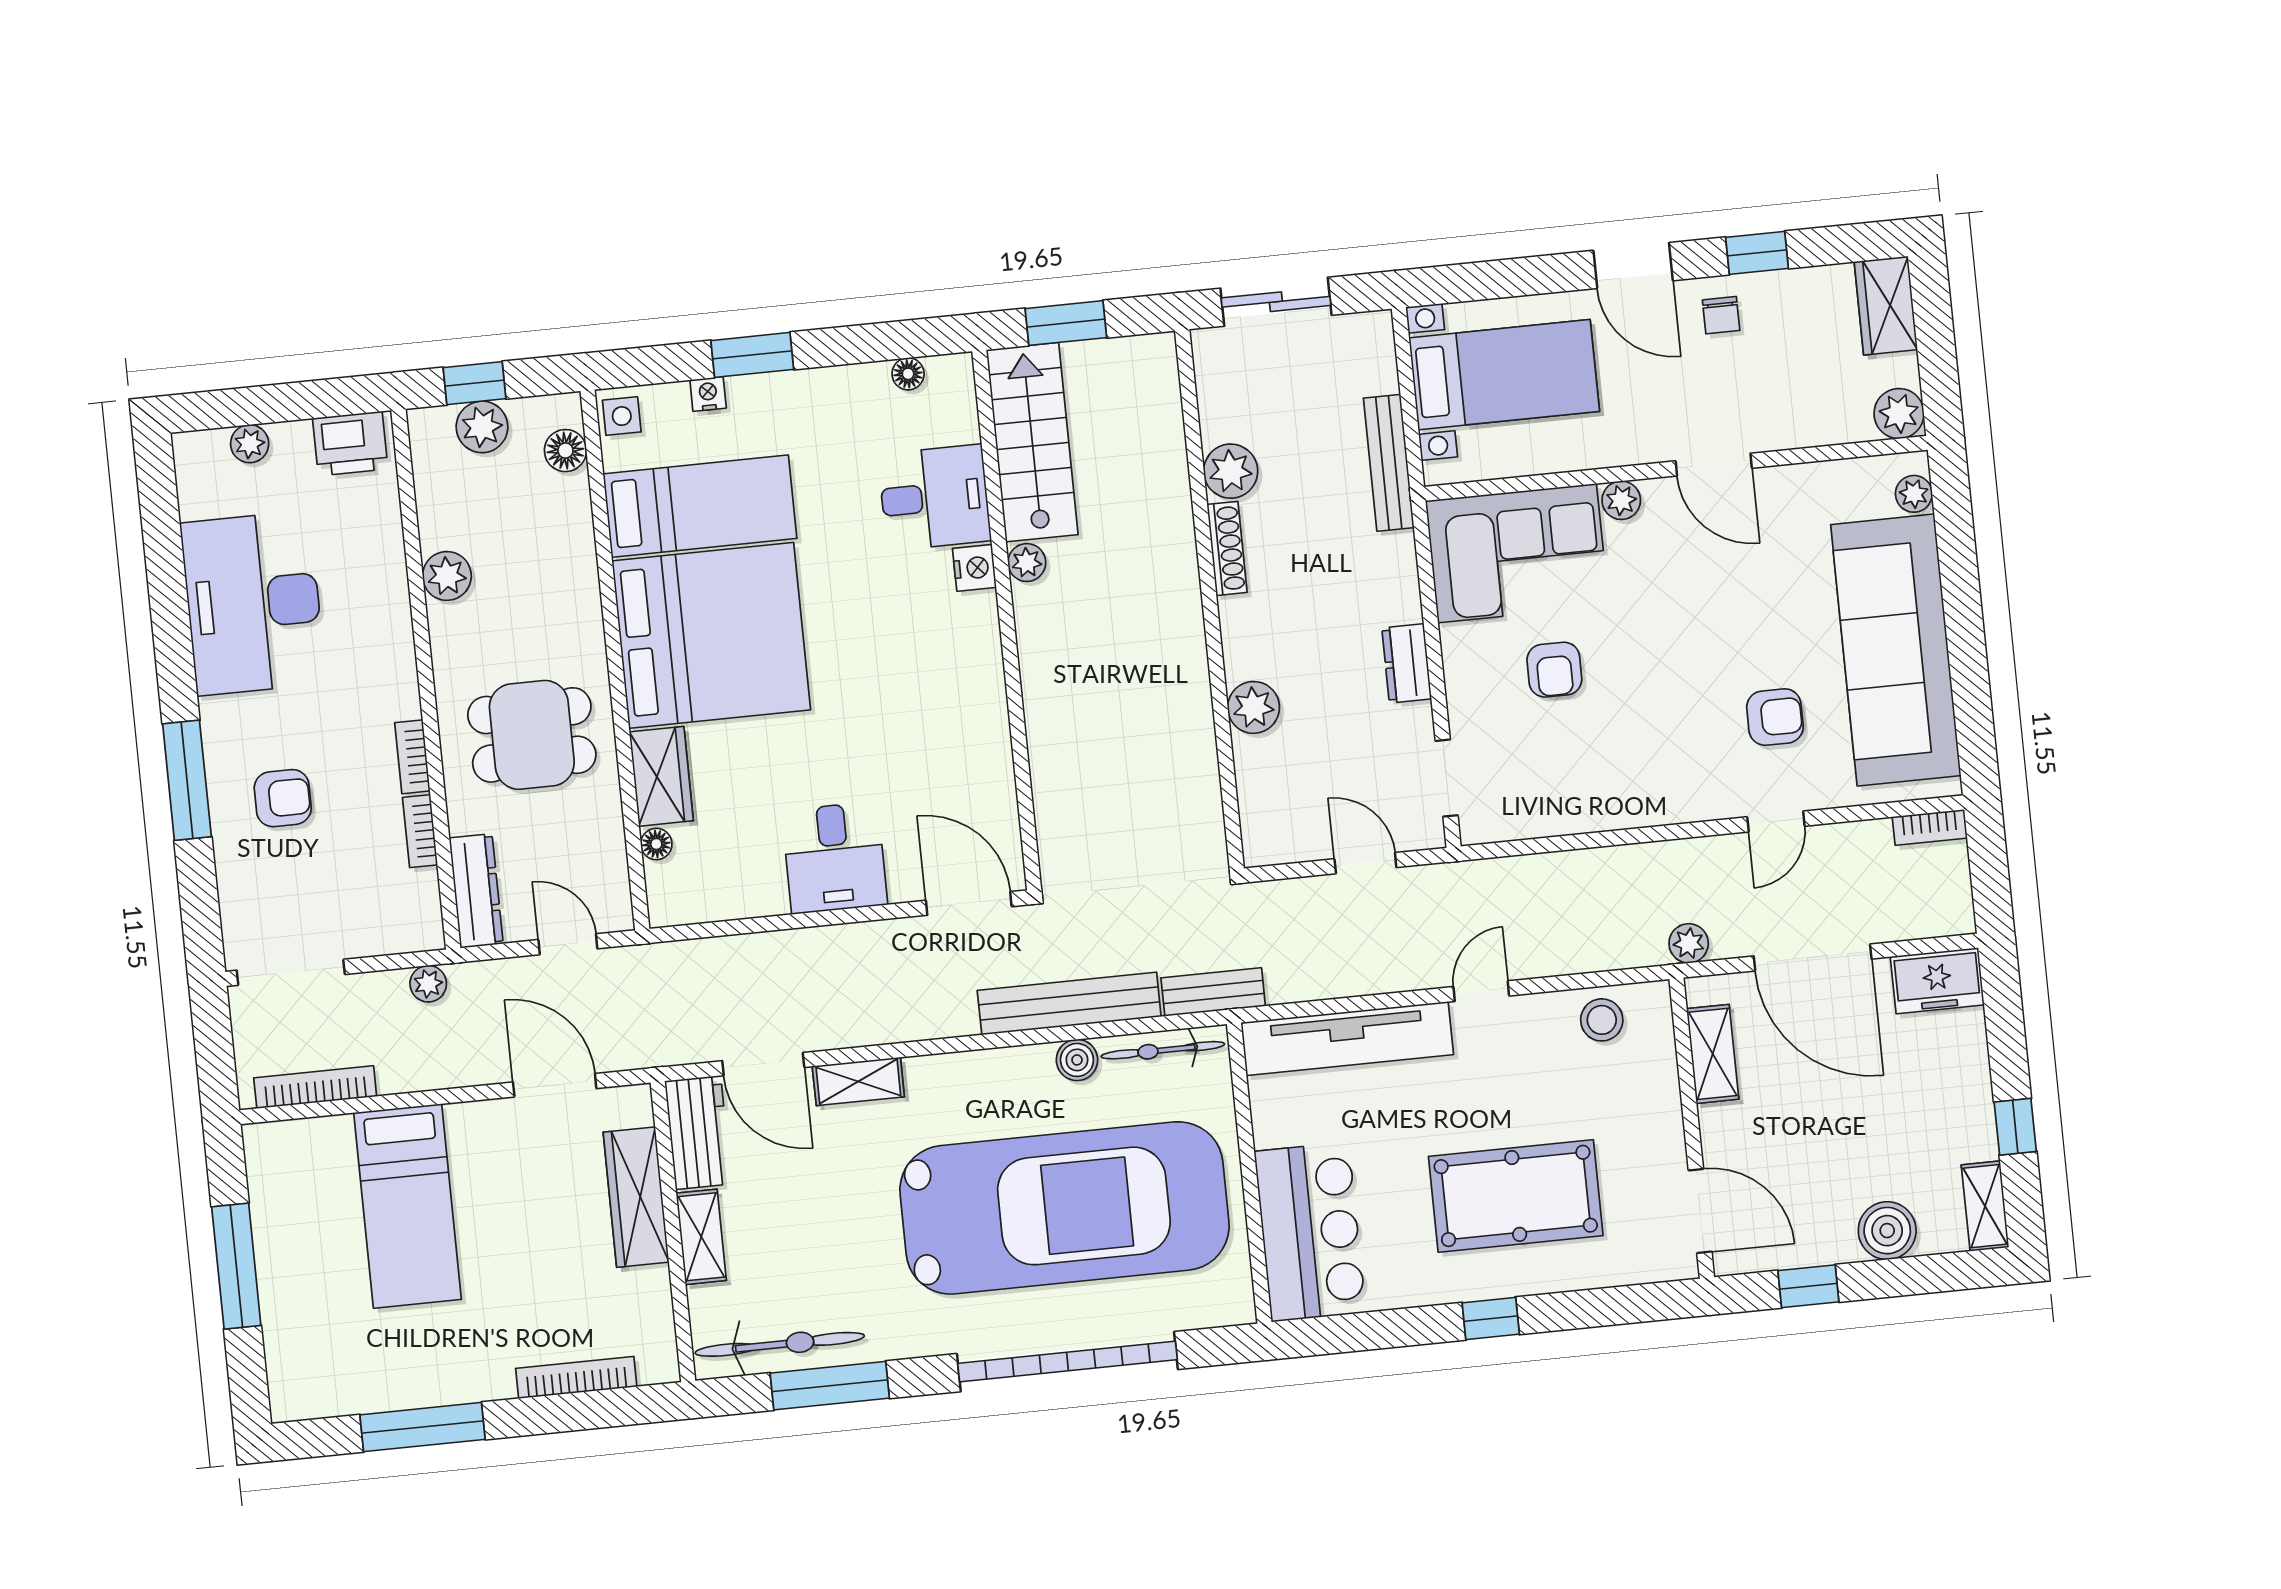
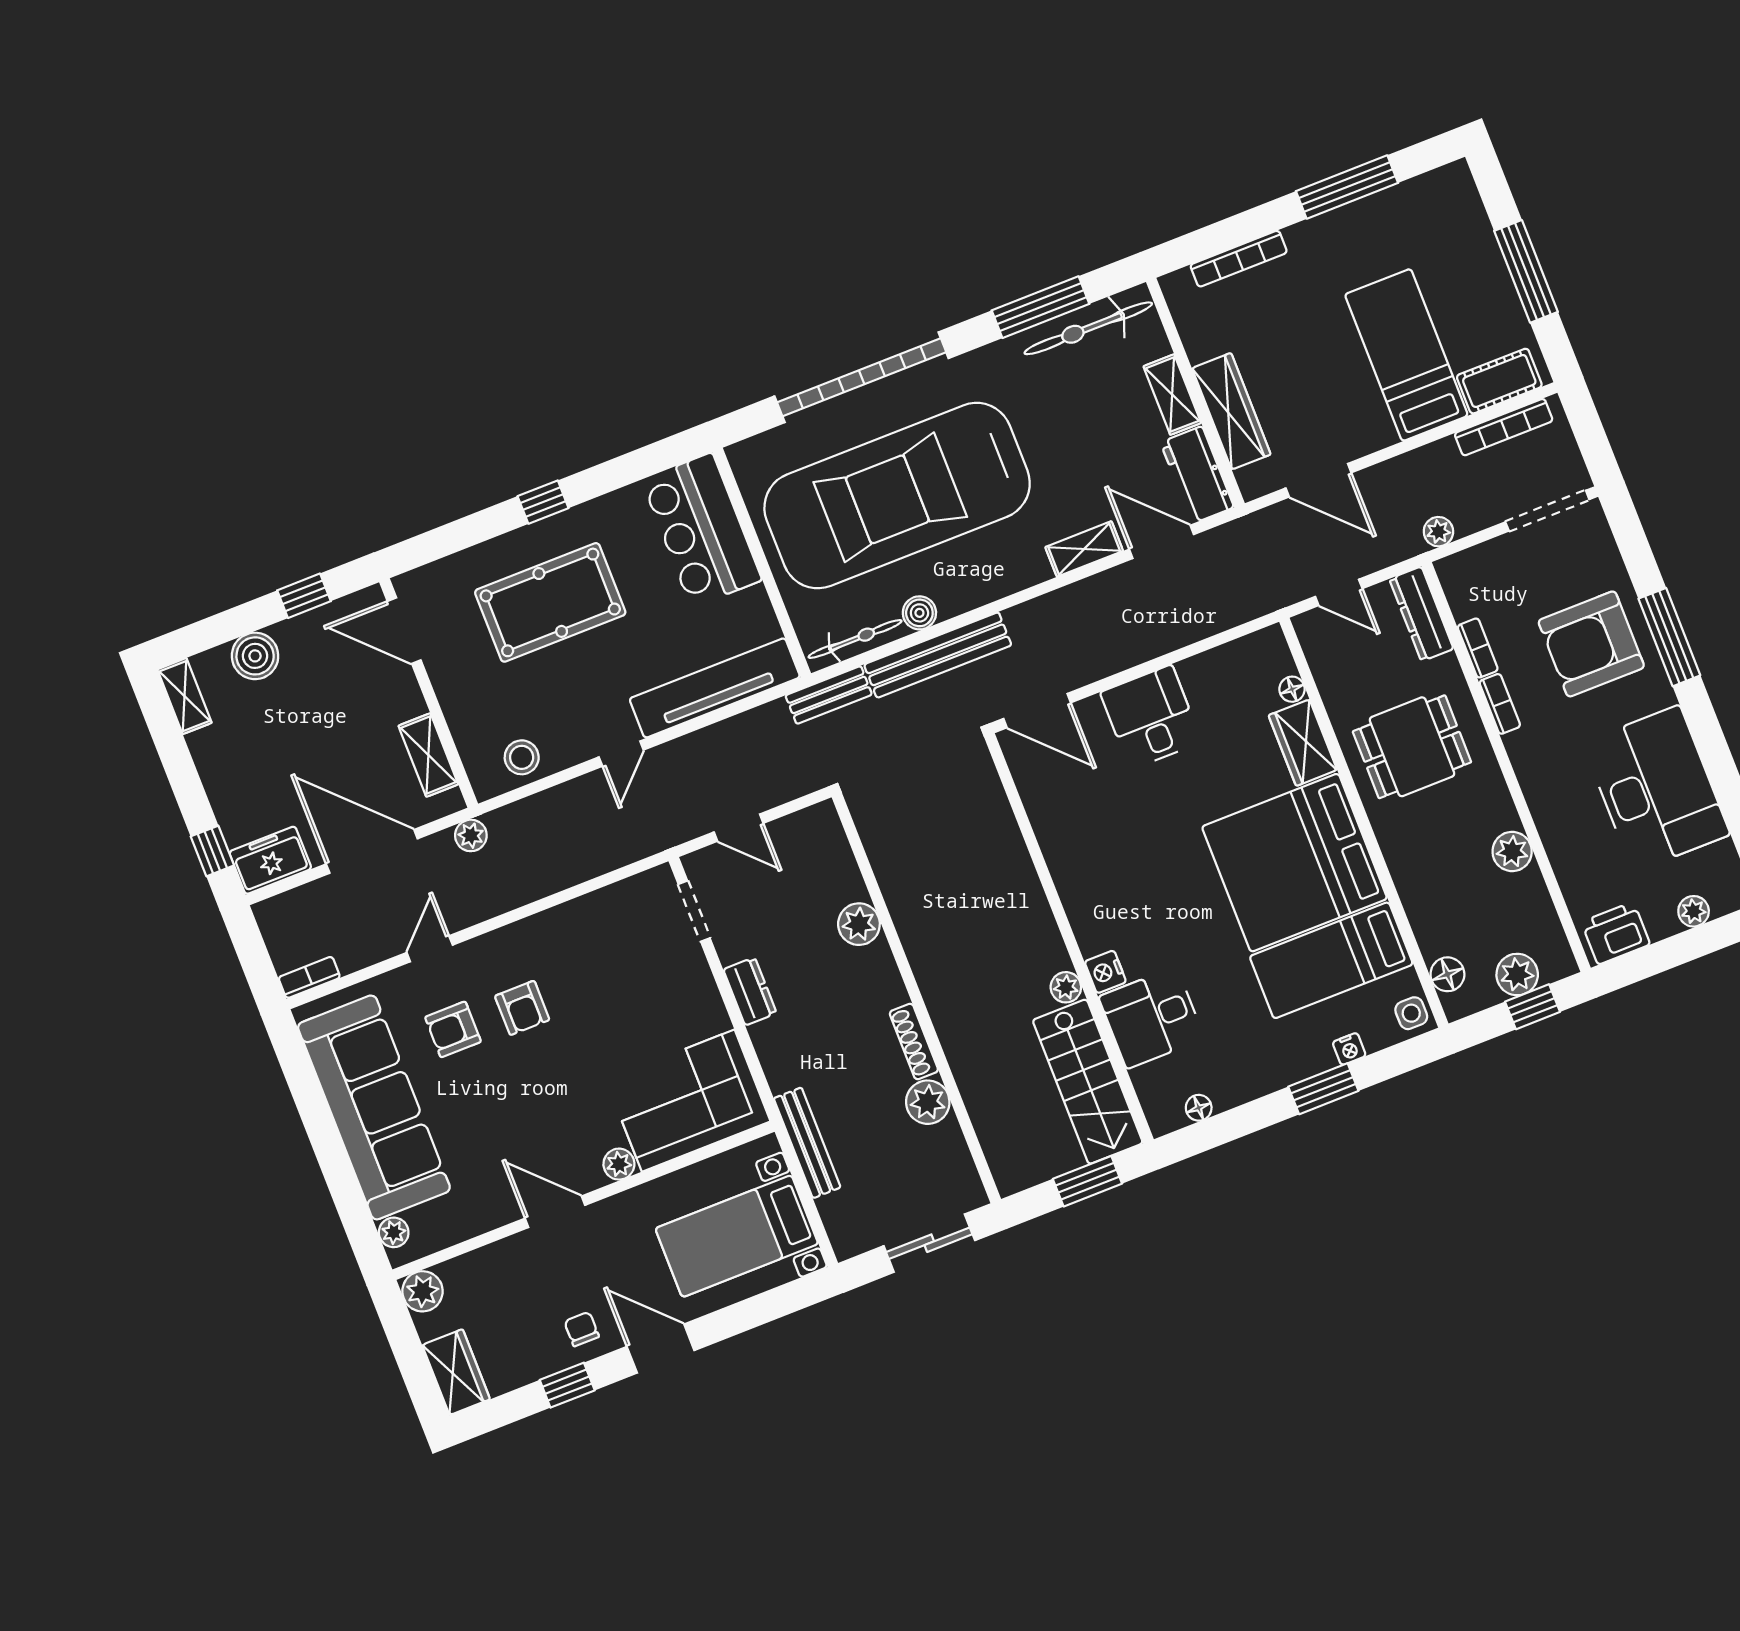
armchair: (1554, 670) -> (522, 1008), moved, turned 180
armchair: (283, 798) -> (1591, 644), width x1.88, depth x1.88
window: (2015, 1127) -> (212, 851), moved
cot: (305, 1144) -> (1499, 381), added

